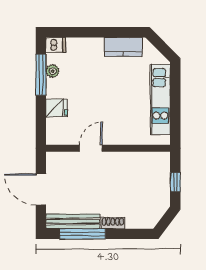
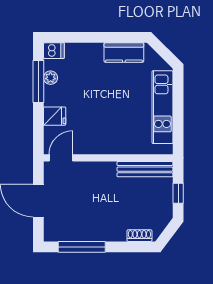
door: (91, 148) -> (61, 158), moved
bench: (73, 221) -> (145, 169), moved
shoe rack: (113, 223) -> (139, 236), moved

